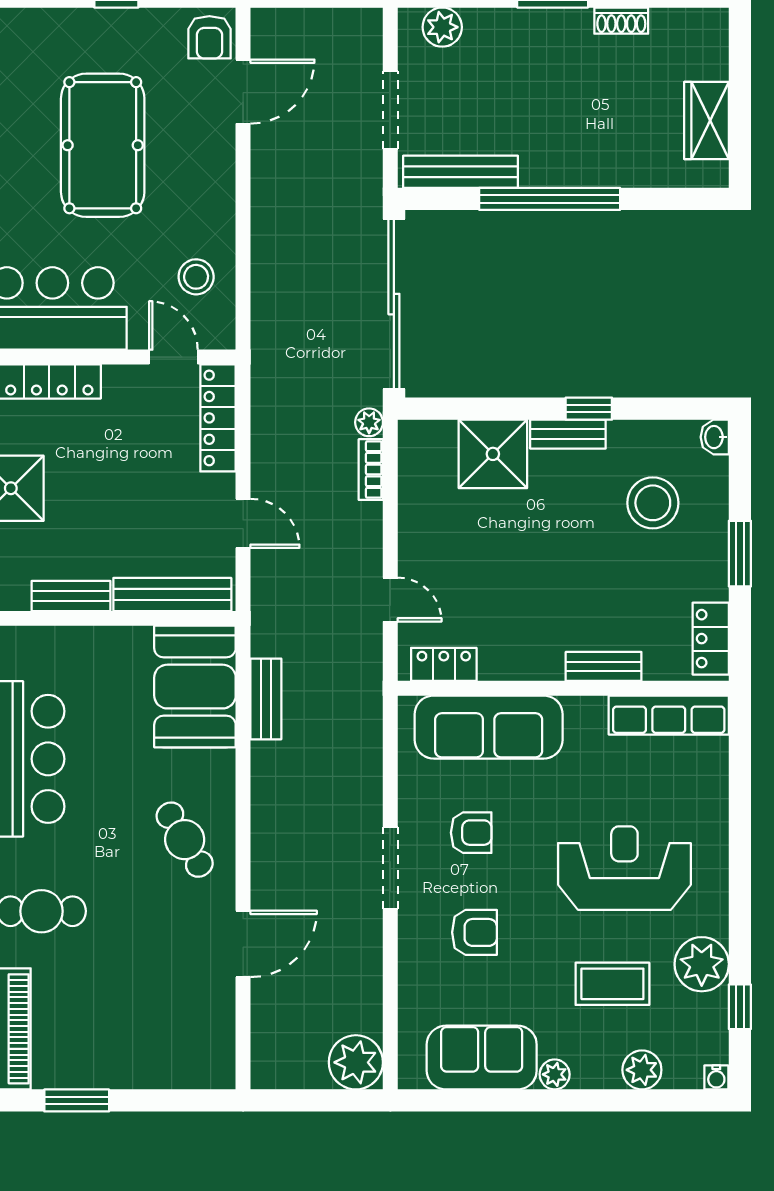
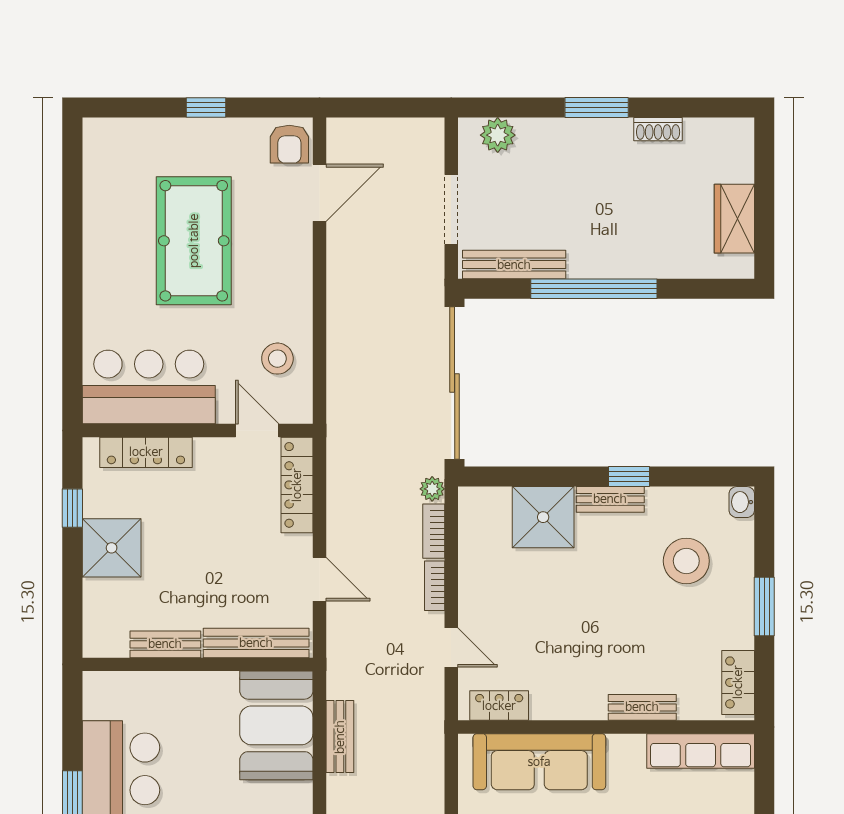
bookcase: (372, 531) -> (435, 586), added

